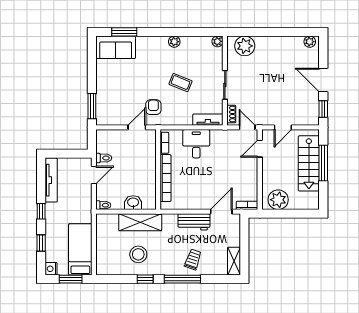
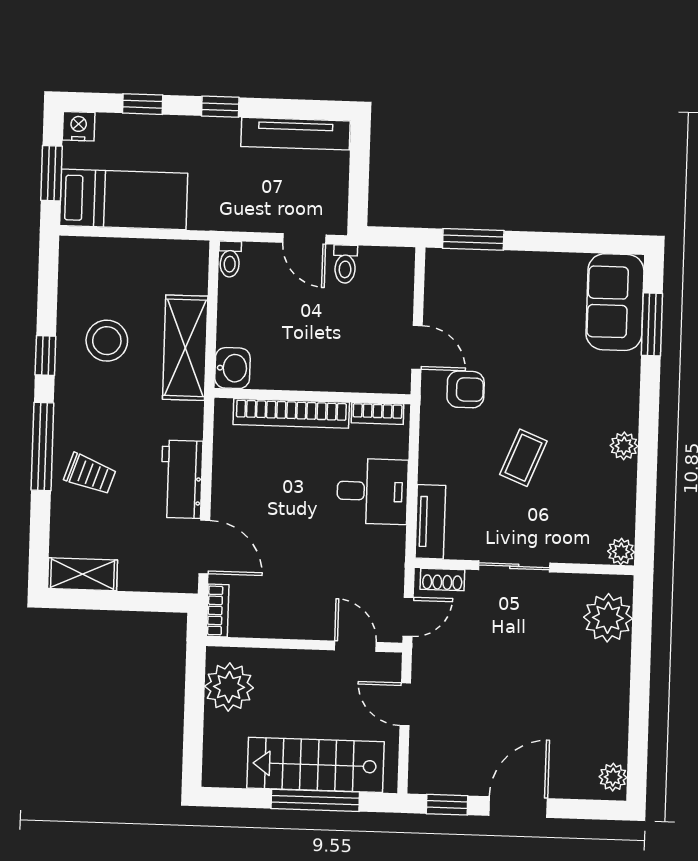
washbasin: (133, 203) -> (232, 368), moved

